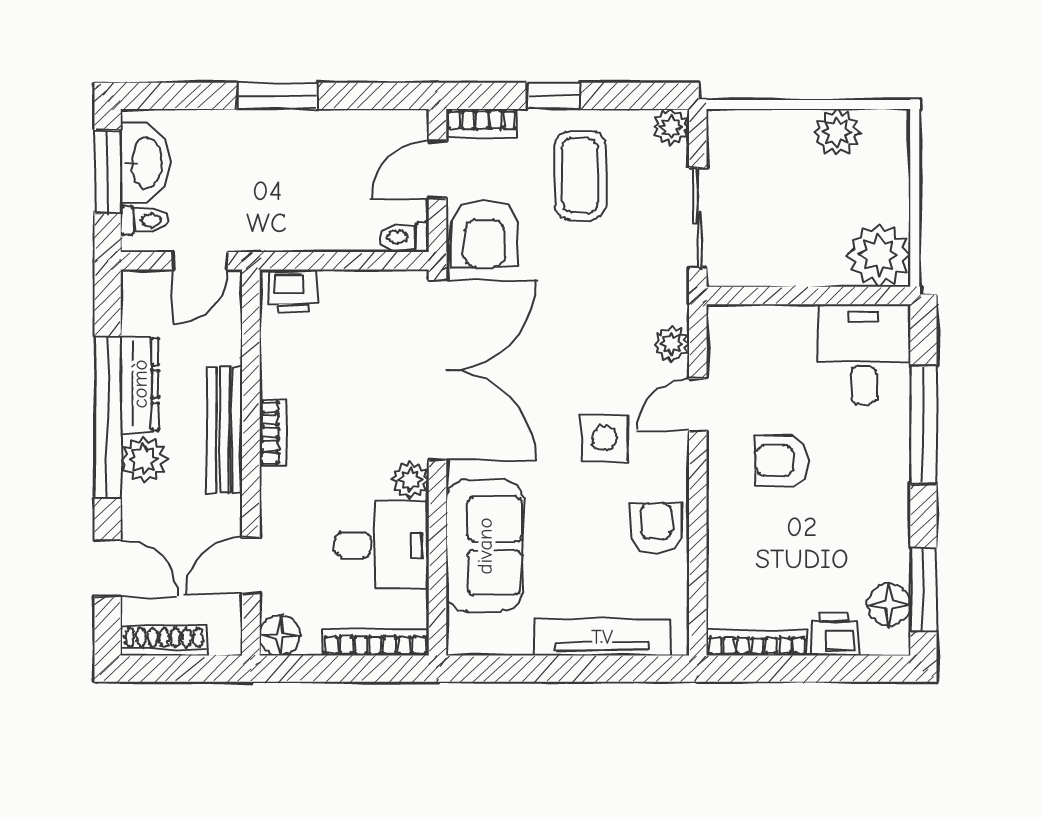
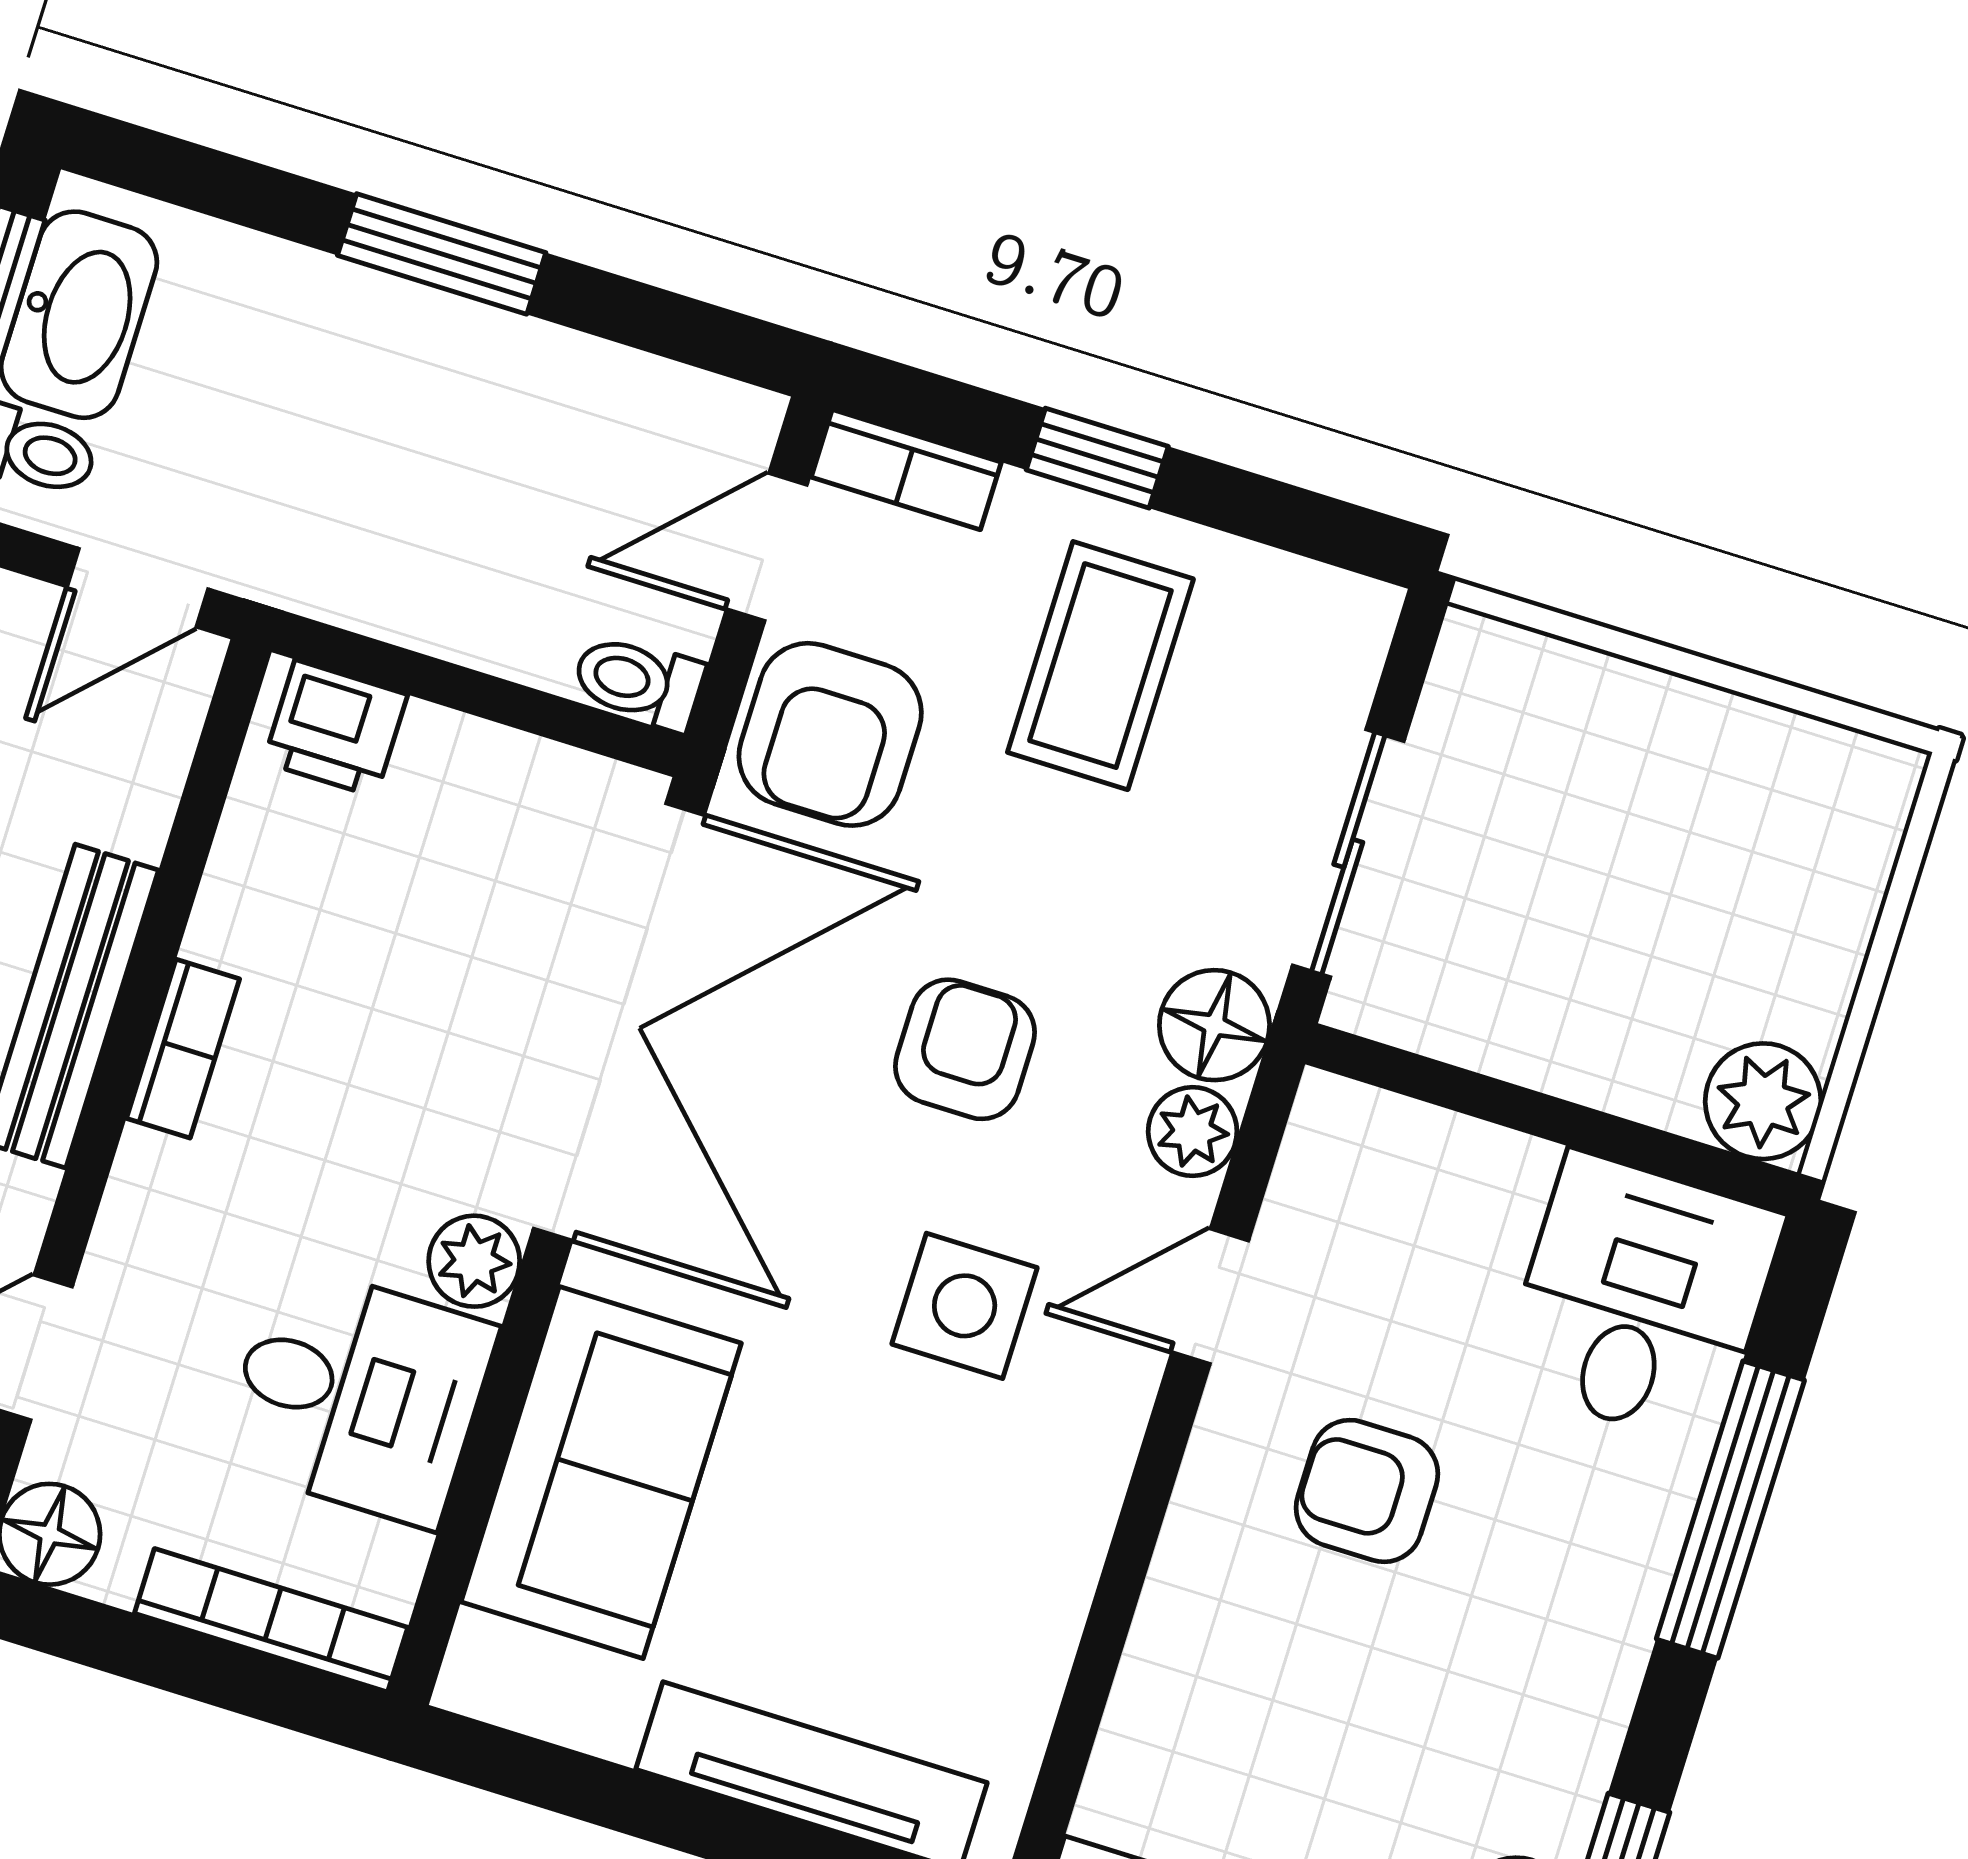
plant: (671, 127) -> (1351, 619), removed
plant: (837, 132) -> (1741, 753), removed
plant: (879, 255) -> (1763, 1101), width x0.73, depth x0.73
floor lamp: (667, 300) -> (1214, 1025), added
armchair: (656, 528) -> (965, 1049), moved

